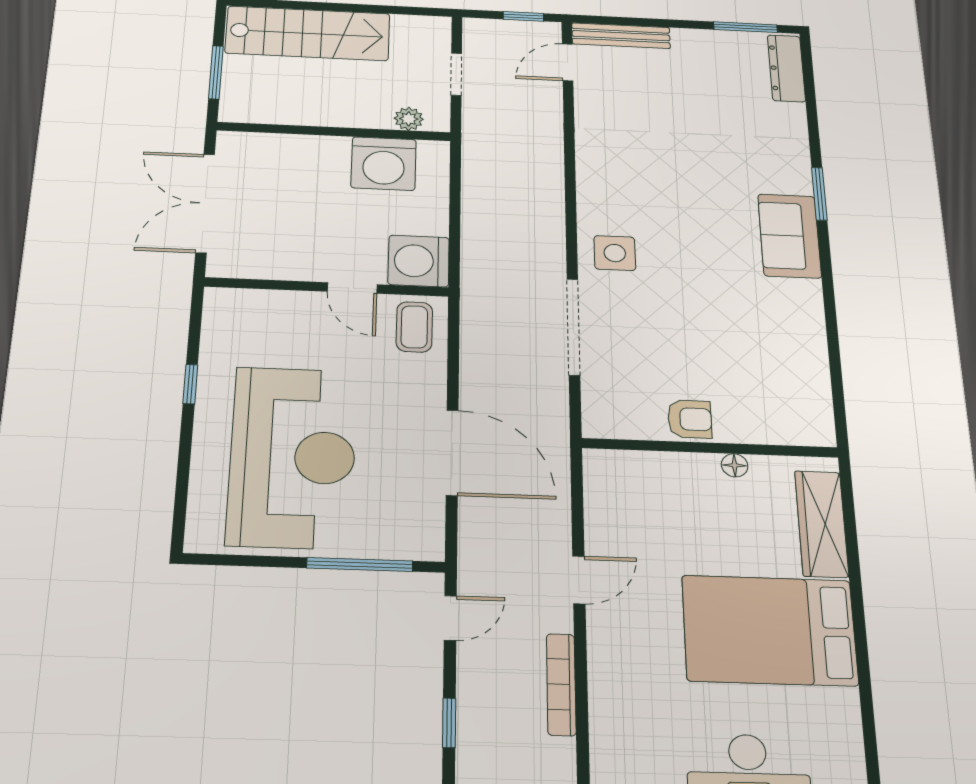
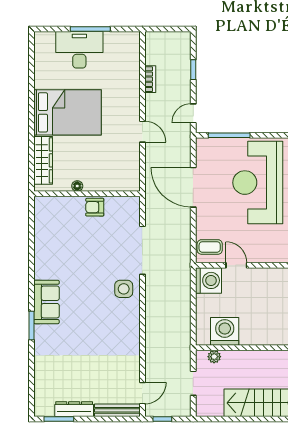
dresser: (786, 68) -> (74, 409), moved, turned -90
coffee table: (414, 327) -> (210, 247), turned 90
door: (579, 580) -> (142, 132), swing flipped
bookcase: (561, 684) -> (150, 79), width x0.64

